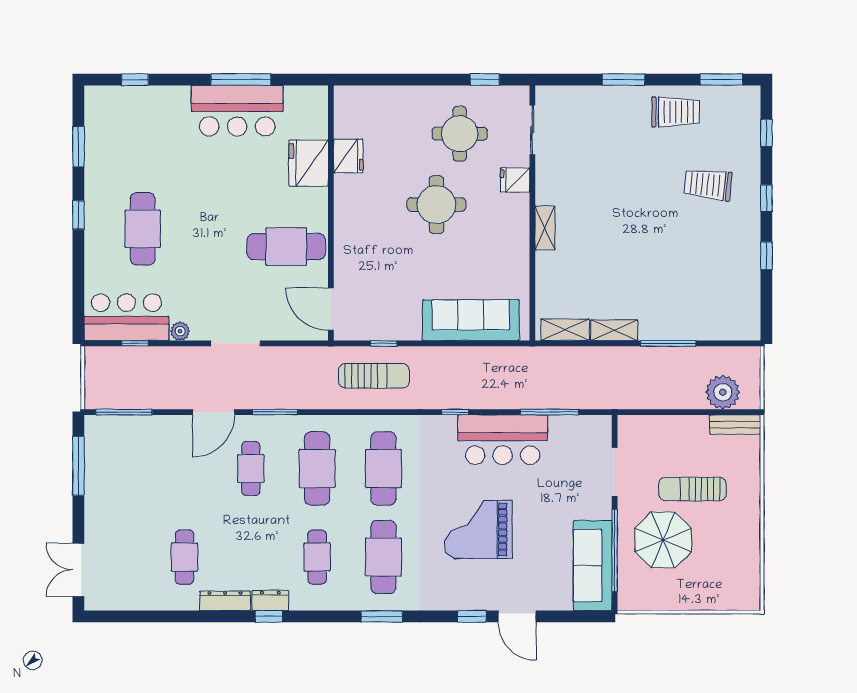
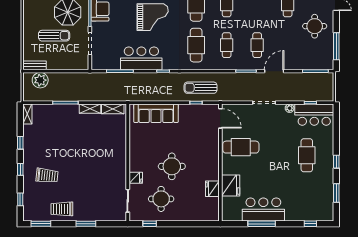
shelving: (545, 228) -> (27, 114), moved
cafe table: (317, 468) -> (227, 45), width x0.73, depth x0.74
round table: (126, 510) -> (315, 26), added

